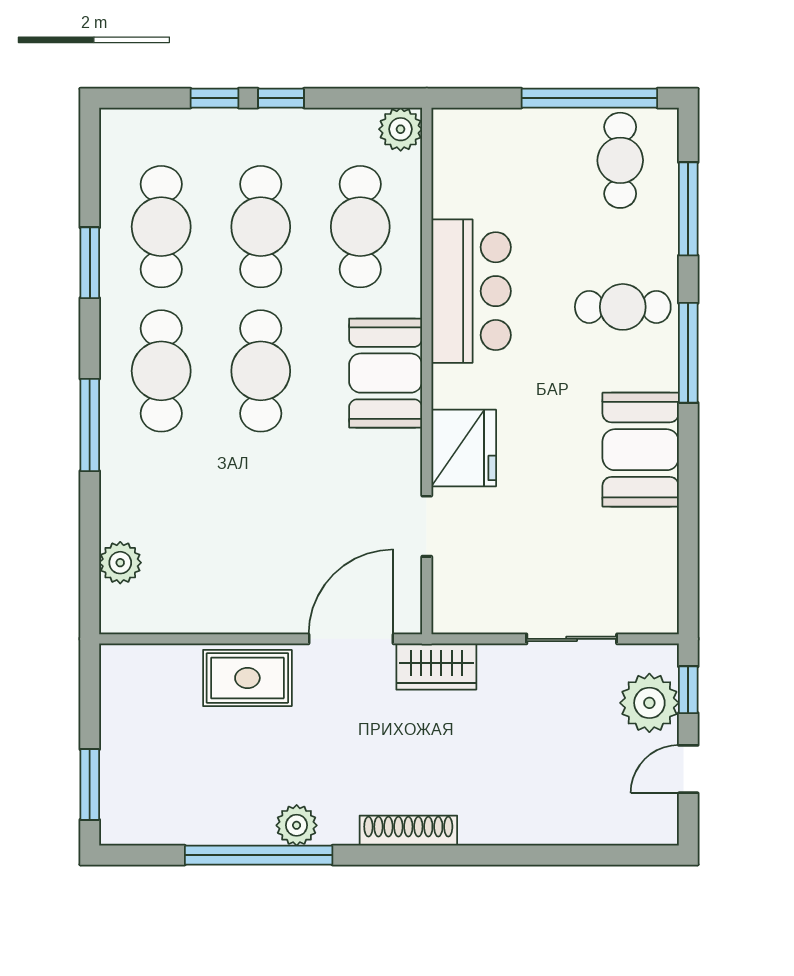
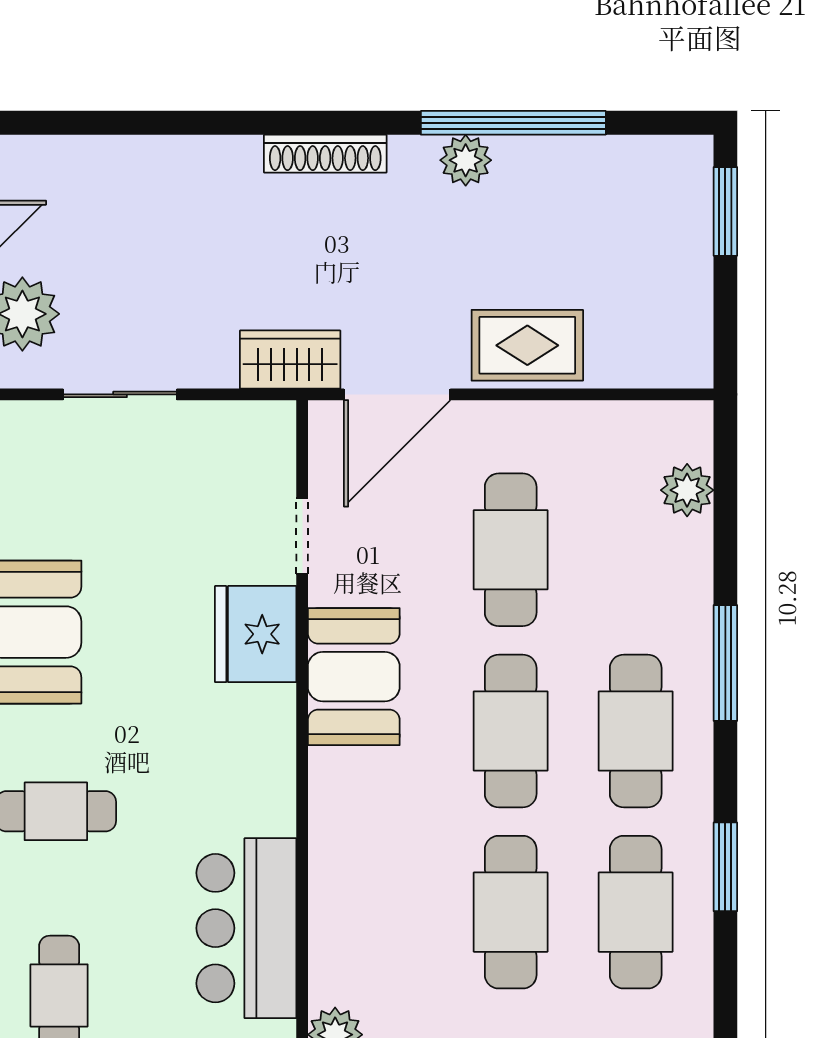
cafe table: (360, 227) -> (511, 550), moved
bar counter: (471, 291) -> (246, 928), moved
booth: (386, 373) -> (354, 677), moved

